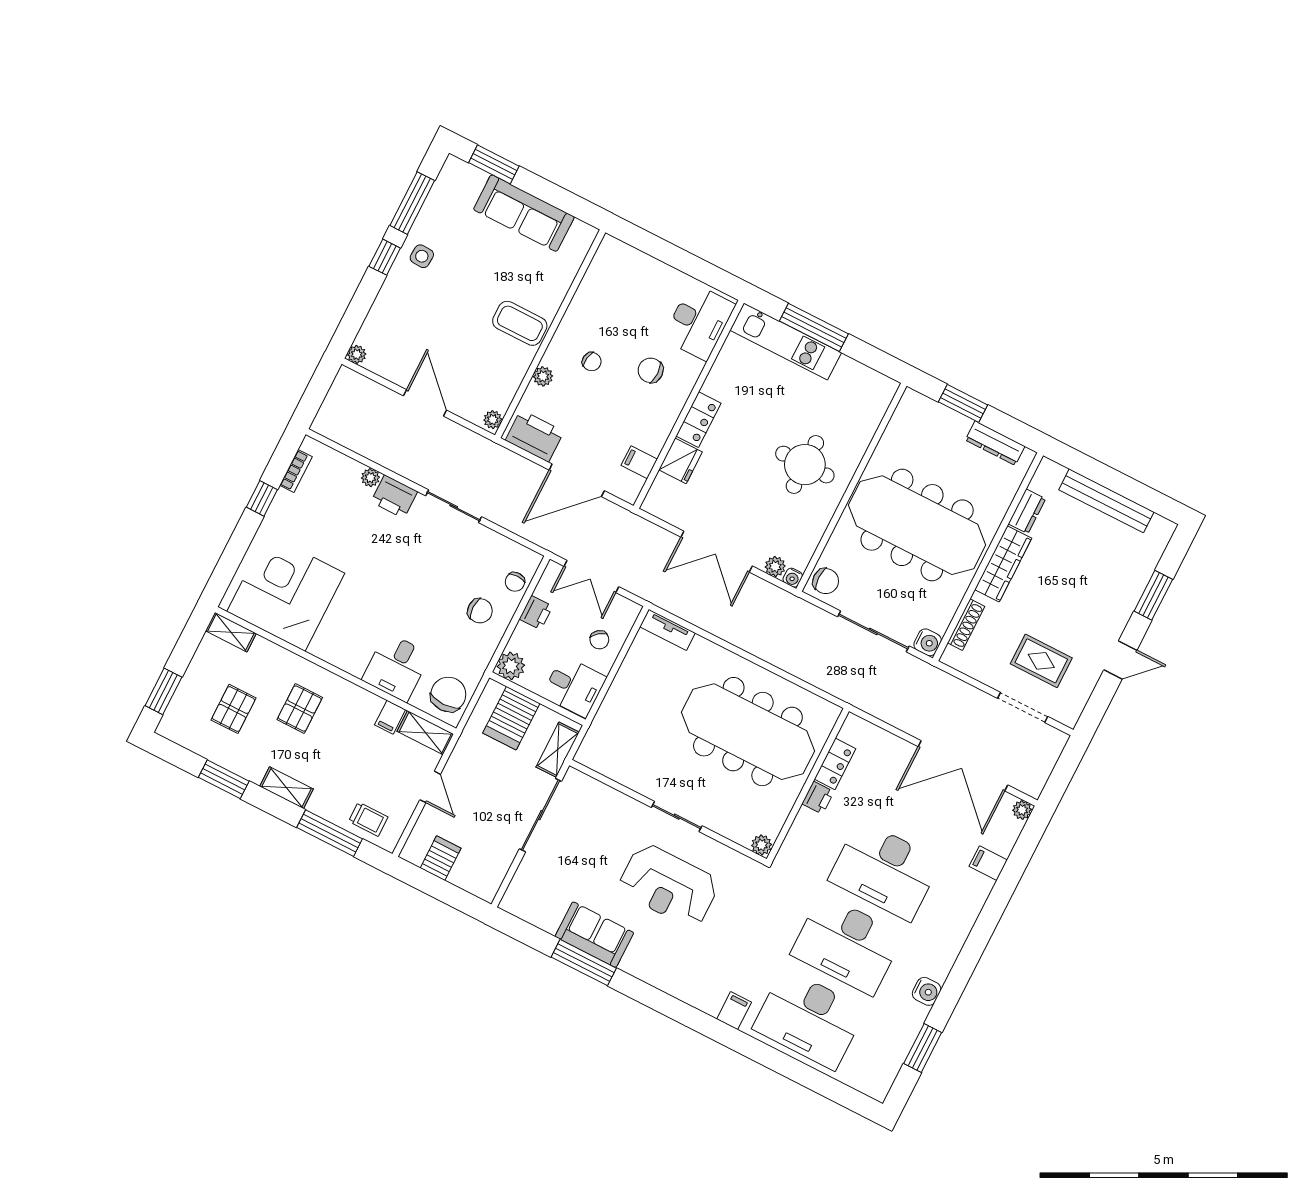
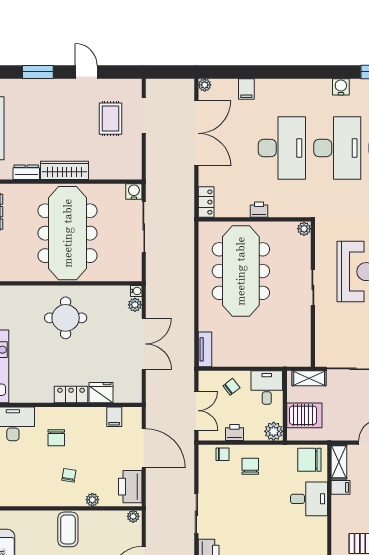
chair: (826, 581) -> (128, 270), removed
shoe rack: (966, 625) -> (112, 174), removed
locker: (835, 764) -> (206, 202), moved, turned 90

